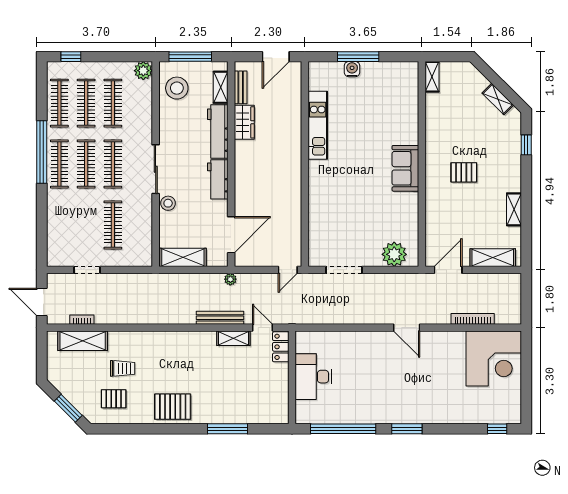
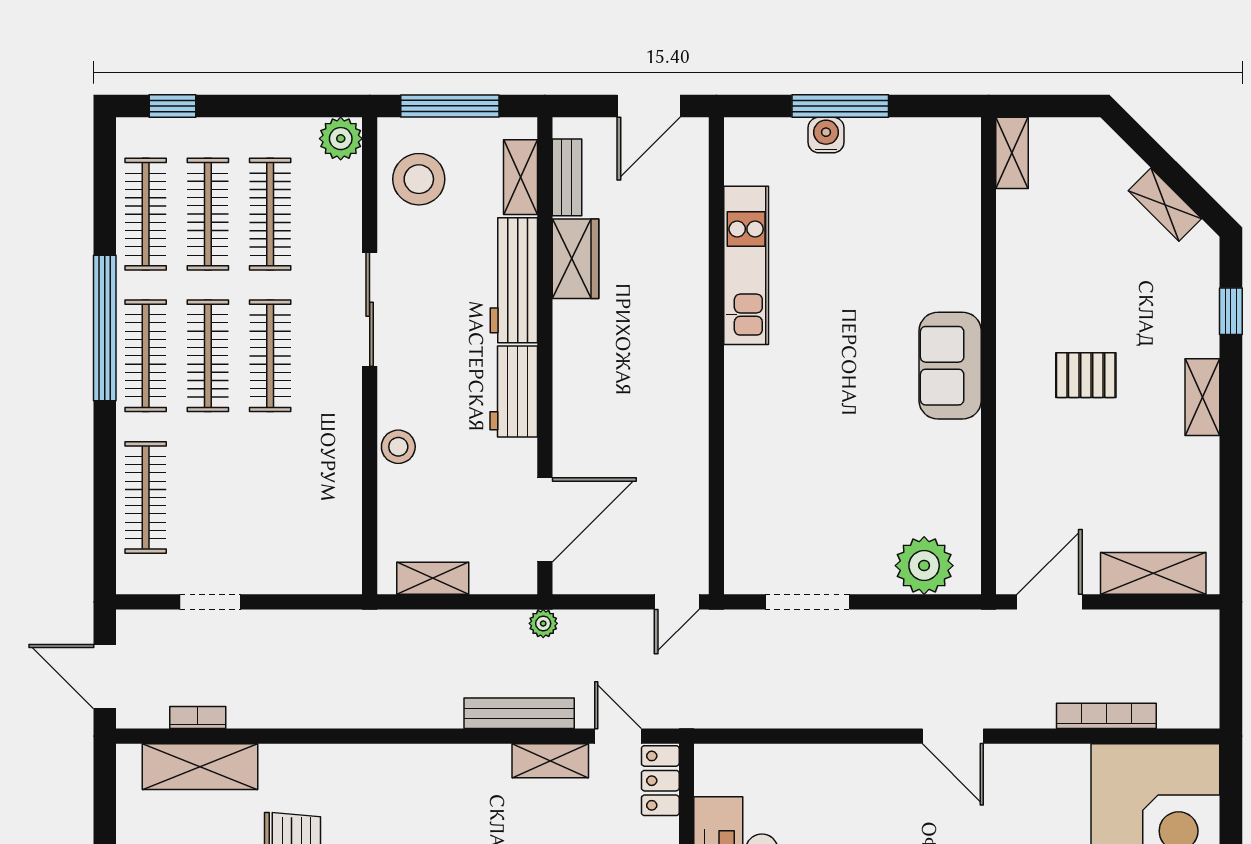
sliding door: (156, 169) -> (370, 309), moved
shelving: (514, 209) -> (1202, 397), moved
clothes rail: (113, 225) -> (146, 498), moved
shelving: (183, 257) -> (433, 578), width x0.67, depth x0.75

